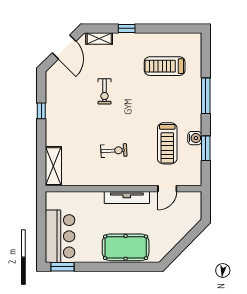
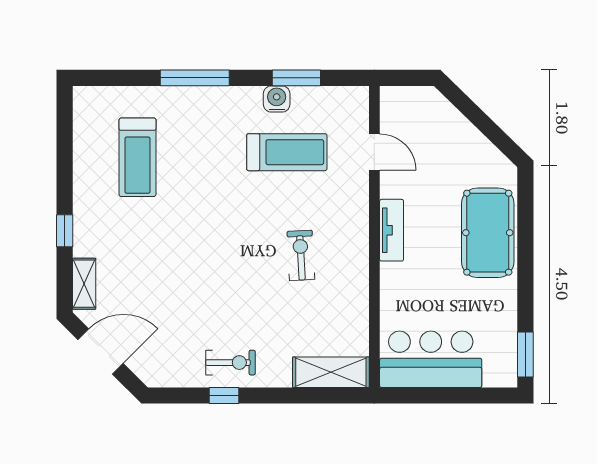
exercise bike: (104, 91) -> (230, 363), moved
tv unit: (127, 198) -> (392, 230), width x0.71
bar counter: (60, 236) -> (431, 359), moved

